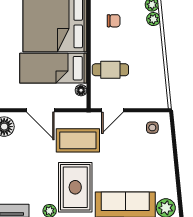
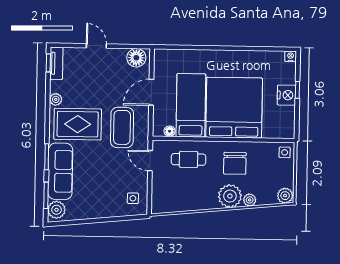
plant: (153, 19) -> (230, 196), width x1.88, depth x1.88
chair: (114, 21) -> (235, 163), width x1.87, depth x1.87
cafe table: (110, 70) -> (188, 159), turned 90

